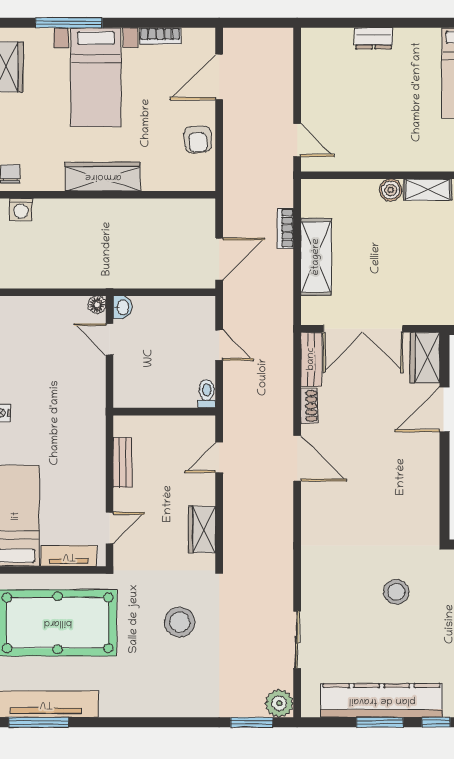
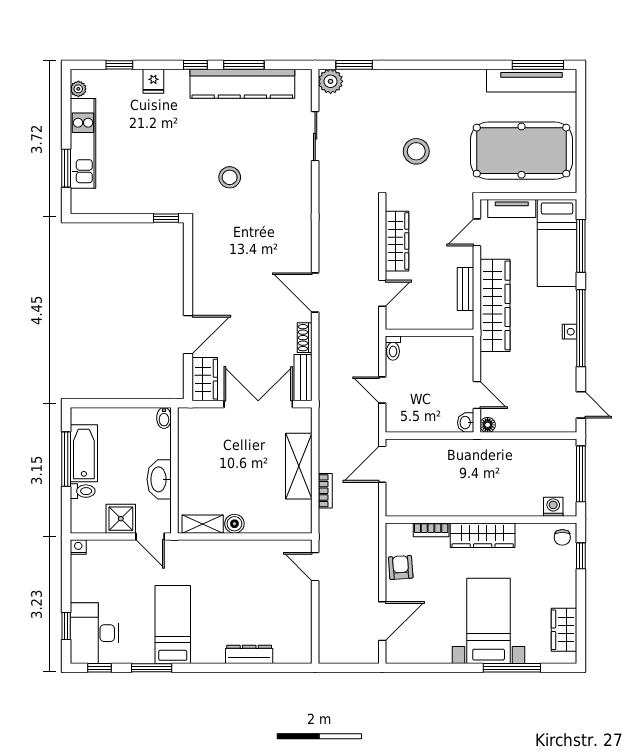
bookcase: (160, 36) -> (431, 530), moved, turned 180
dresser: (374, 38) -> (249, 654), width x1.44
wardrobe: (88, 443) -> (495, 305), added
wardrobe: (202, 530) -> (397, 241), width x1.50

